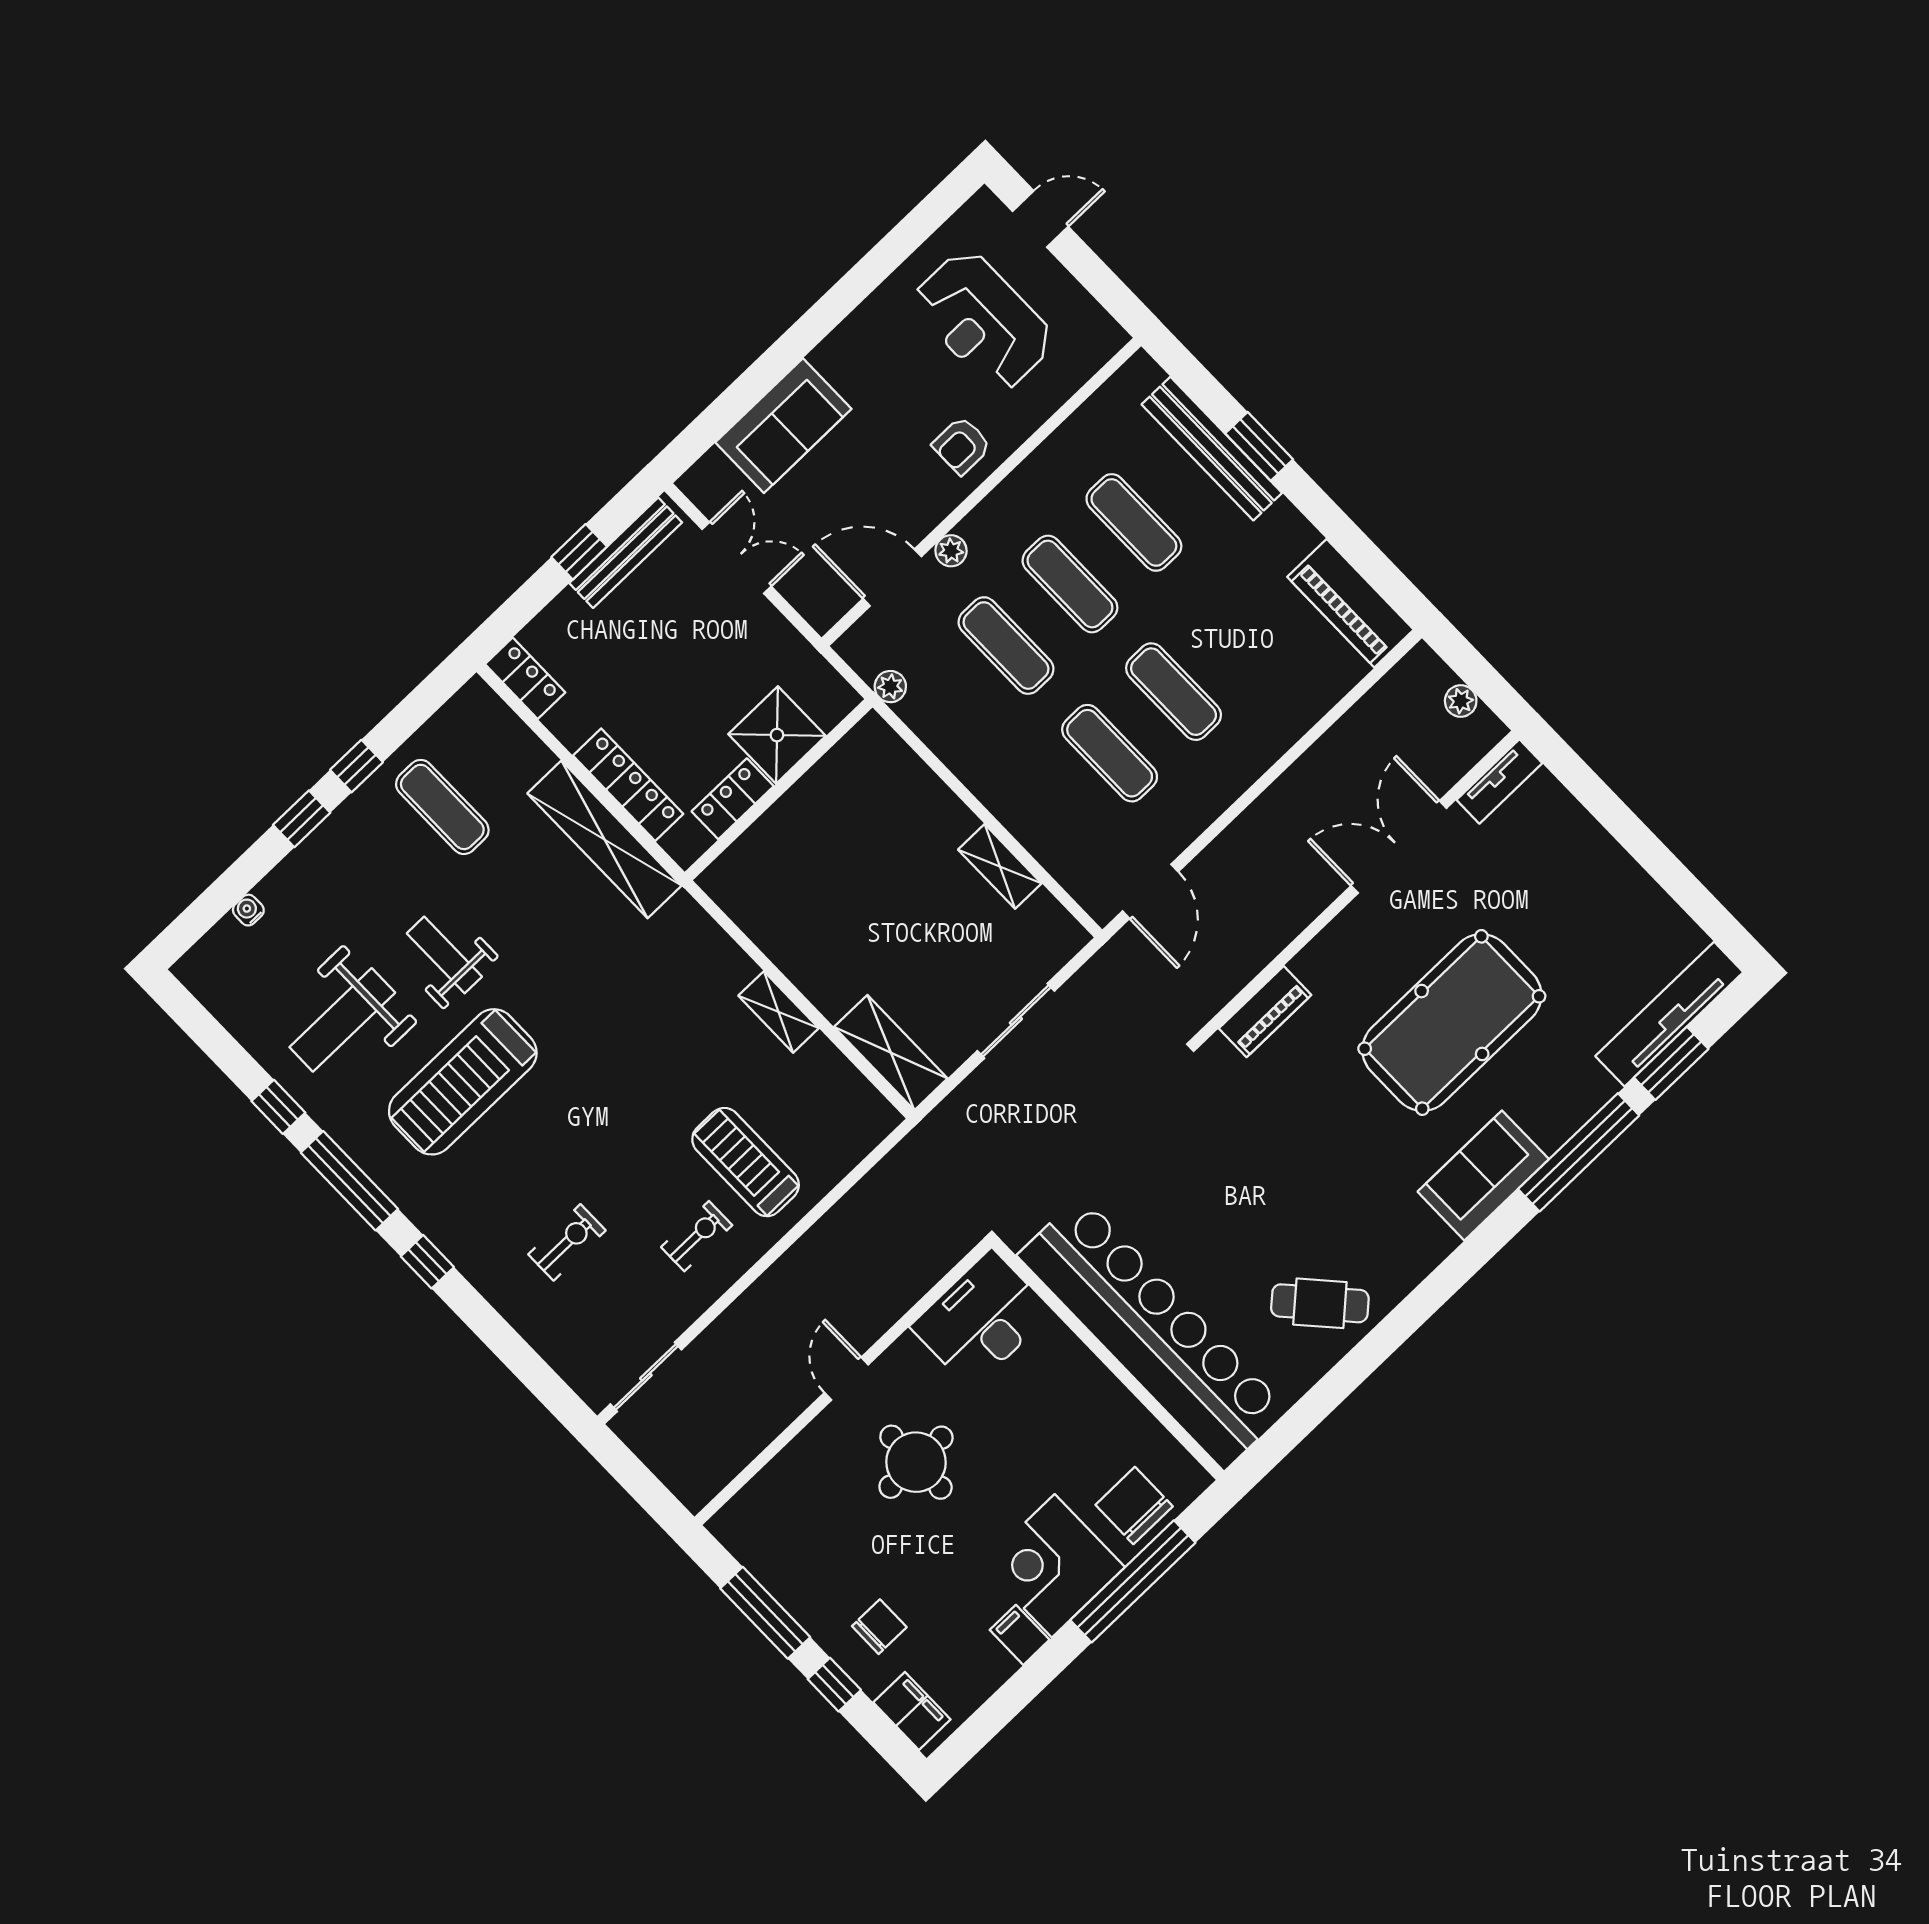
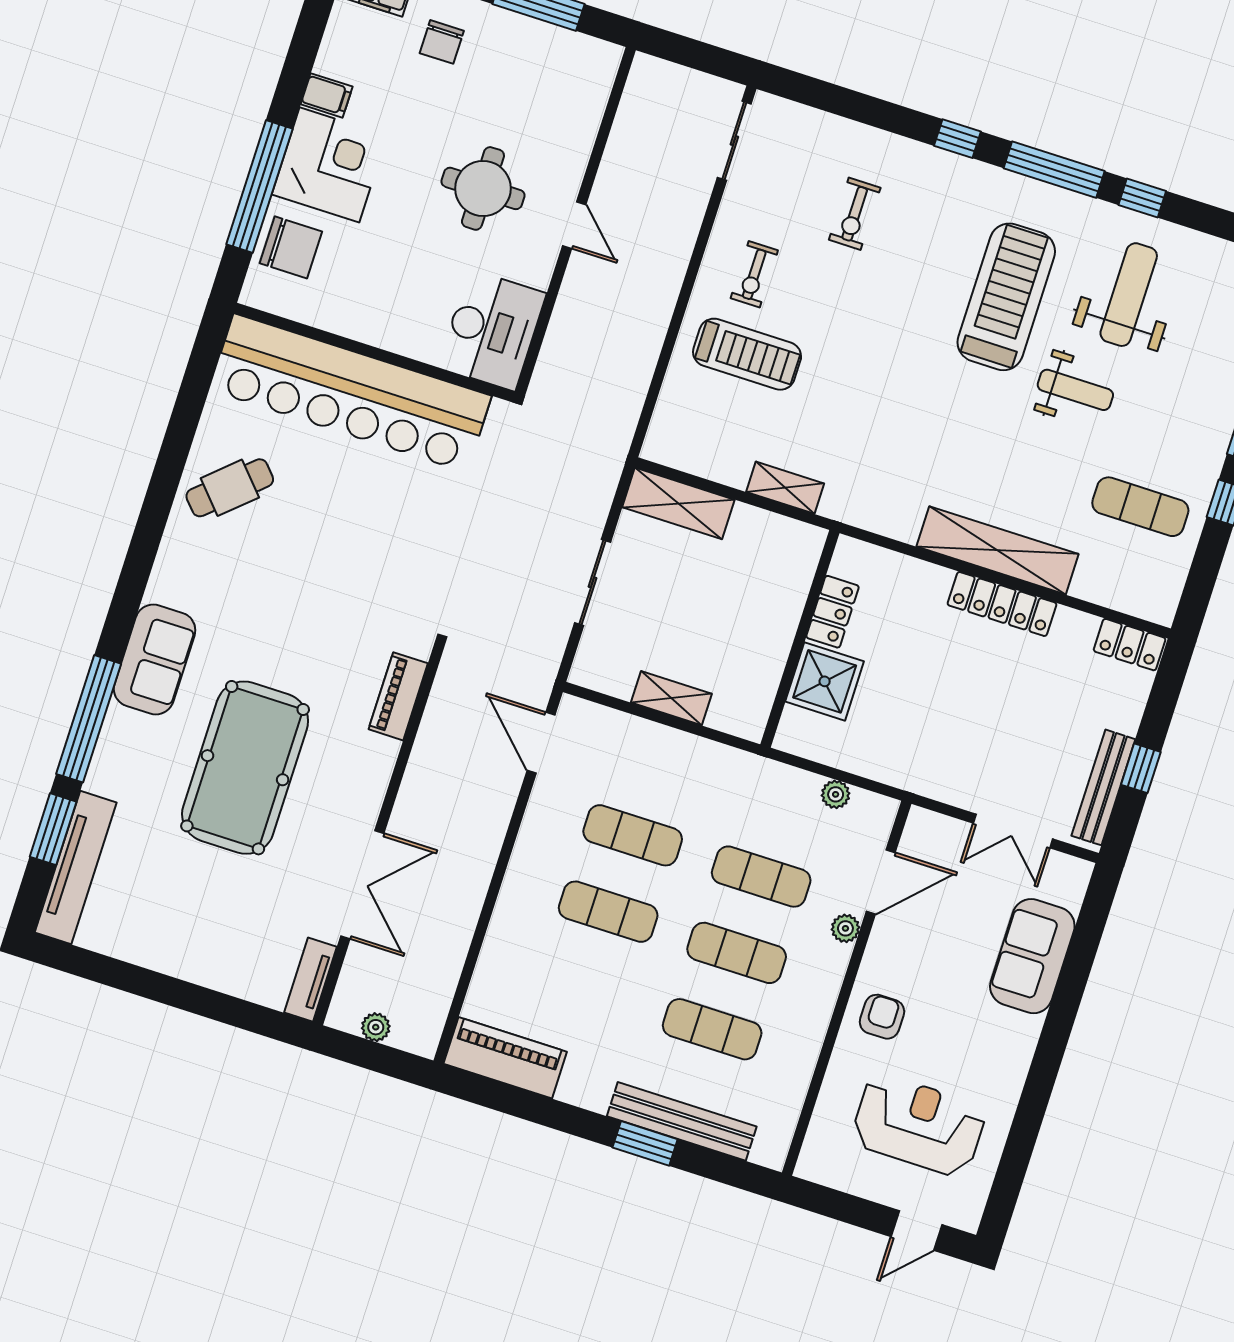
shower: (777, 735) -> (825, 681), moved
wall: (779, 790) -> (800, 639), moved
locker: (733, 799) -> (833, 612), moved

